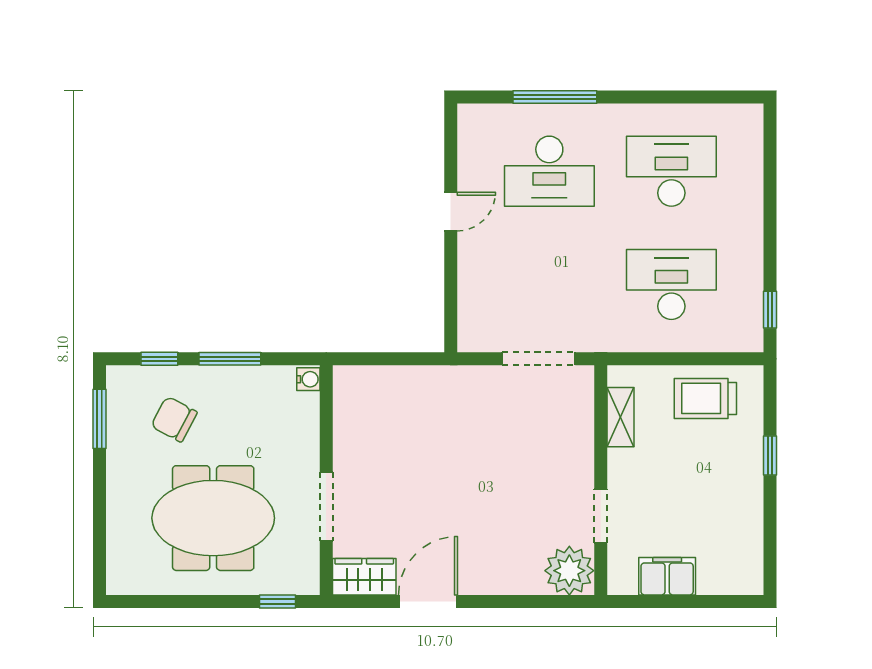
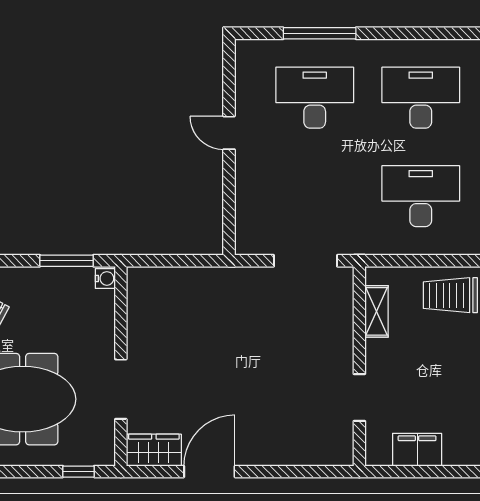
desk: (549, 171) -> (315, 98), turned 180
door: (451, 212) -> (229, 133), swing flipped
window: (230, 359) -> (67, 261), moved
plant: (569, 571) -> (332, 445), removed

